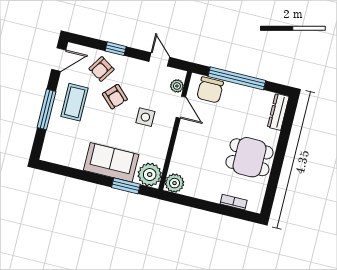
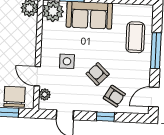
armchair: (102, 69) -> (114, 96), turned 88
coffee table: (75, 102) -> (135, 37), moved

